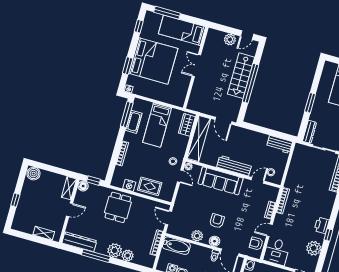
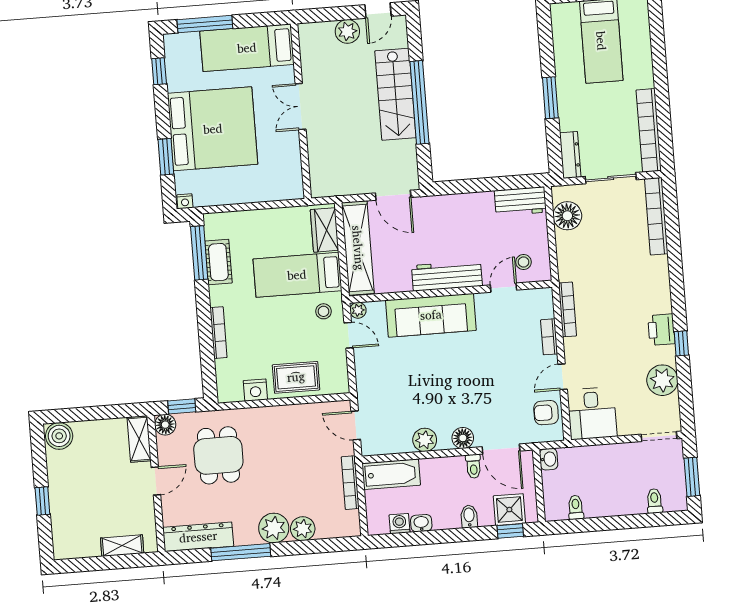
bed: (157, 125) -> (297, 275), moved, turned 90
floor lamp: (298, 159) -> (567, 216), added
dining table: (118, 207) -> (218, 455), moved
armchair: (217, 221) -> (453, 397), removed

